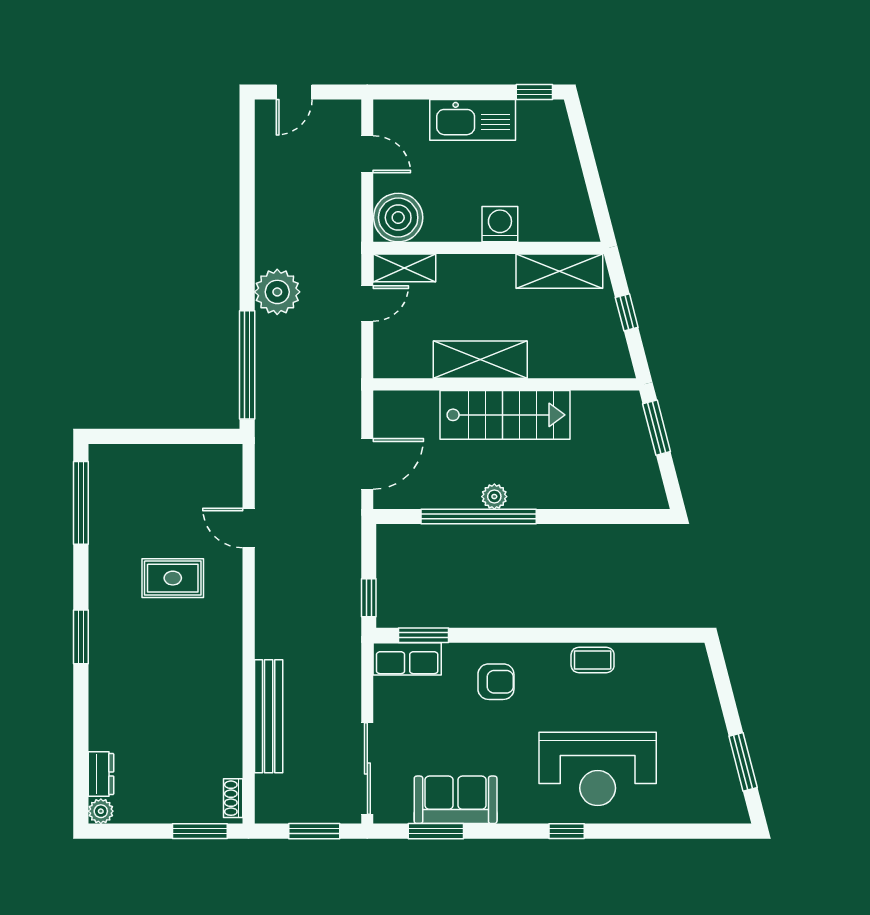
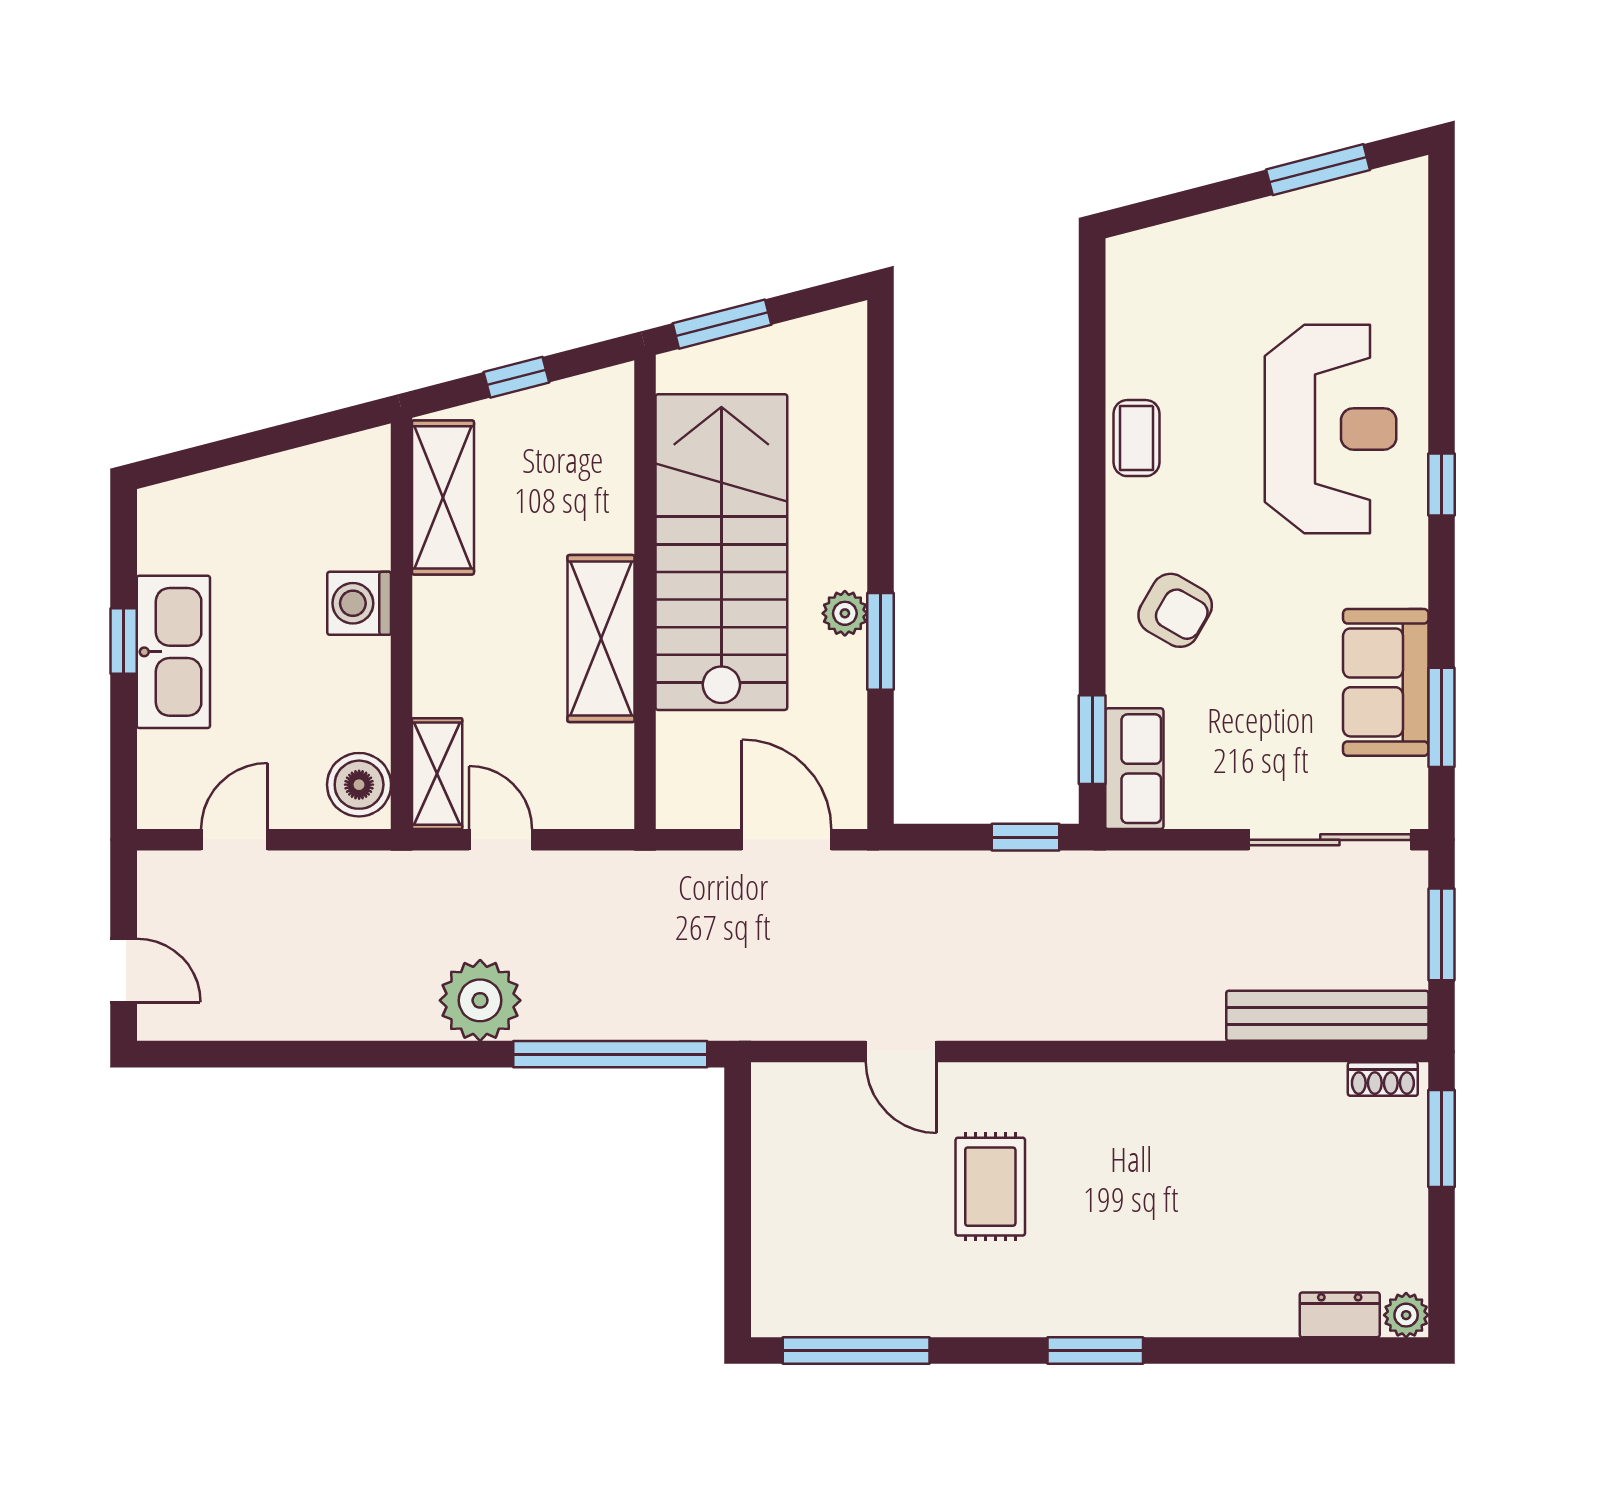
window: (534, 92) -> (124, 641), moved
boiler: (398, 218) -> (359, 785), width x0.73, depth x0.73
stairs: (505, 415) -> (721, 552), width x1.36, depth x1.51
window: (479, 516) -> (880, 641), width x0.47
door: (249, 528) -> (901, 1051), hinge flipped
armchair: (496, 682) -> (1175, 610), turned 120
bench: (269, 716) -> (1327, 1016), moved

